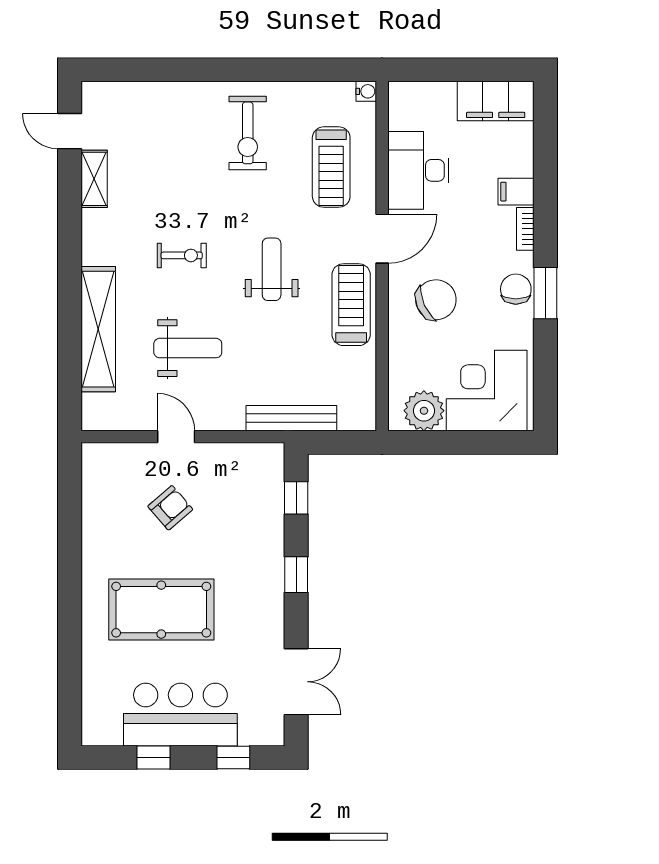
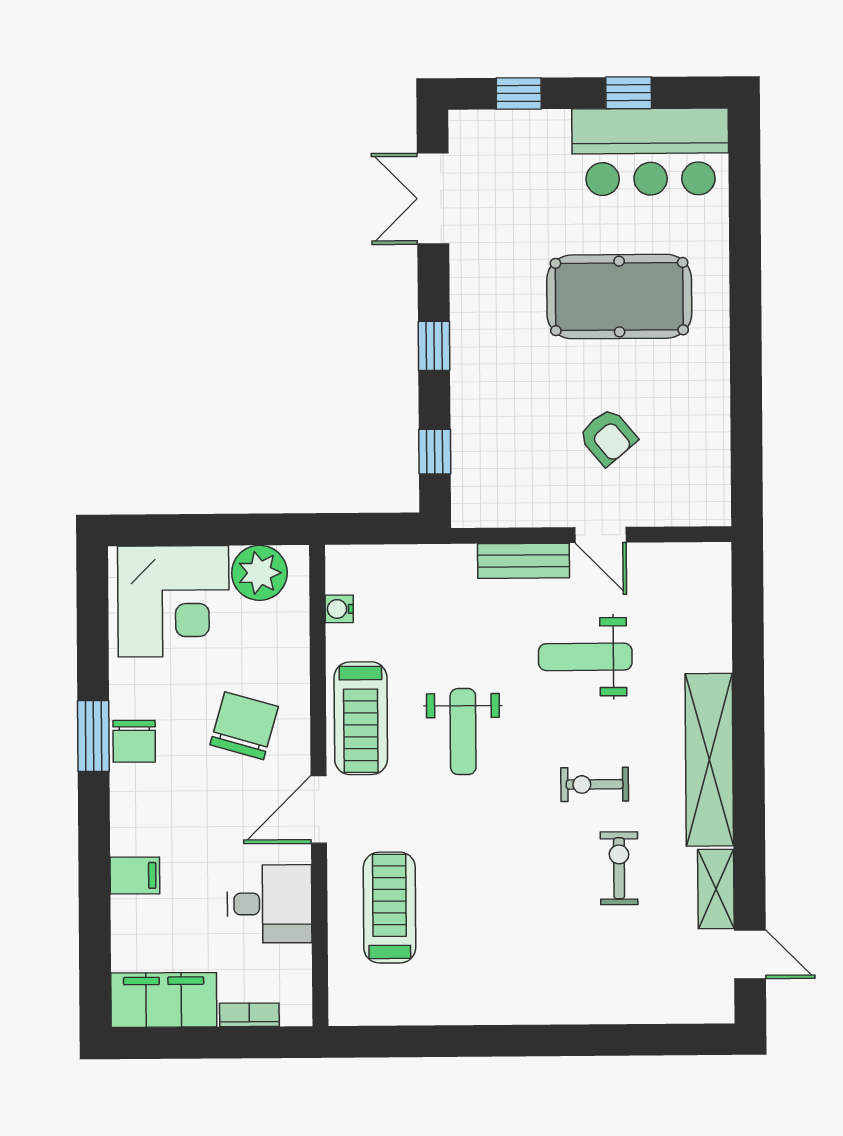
water cooler: (366, 91) -> (339, 609), moved
exercise bike: (248, 133) -> (619, 868), moved, width x0.73, depth x0.72
desk: (418, 170) -> (269, 904), width x0.73
bookcase: (525, 229) -> (249, 1015), moved, turned -90
weight bench: (272, 269) -> (463, 732), moved
chair: (436, 300) -> (244, 726), turned 130
shelving: (98, 329) -> (709, 760), moved
bench: (291, 418) -> (524, 561), moved, width x0.73
armchair: (170, 508) -> (608, 437), turned -89
bar counter: (180, 715) -> (650, 152), moved

